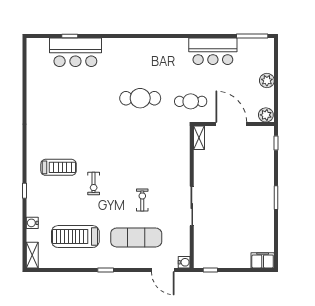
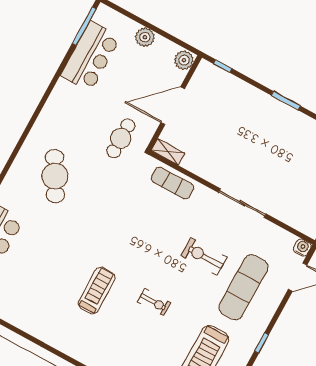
bar counter: (213, 51) -> (91, 56), moved
cafe table: (140, 98) -> (55, 176), moved, turned -30
exercise mat: (180, 152) -> (173, 183), added
treadmill: (59, 167) -> (97, 290), moved
exercise bike: (142, 200) -> (204, 256), width x1.38, depth x1.39

